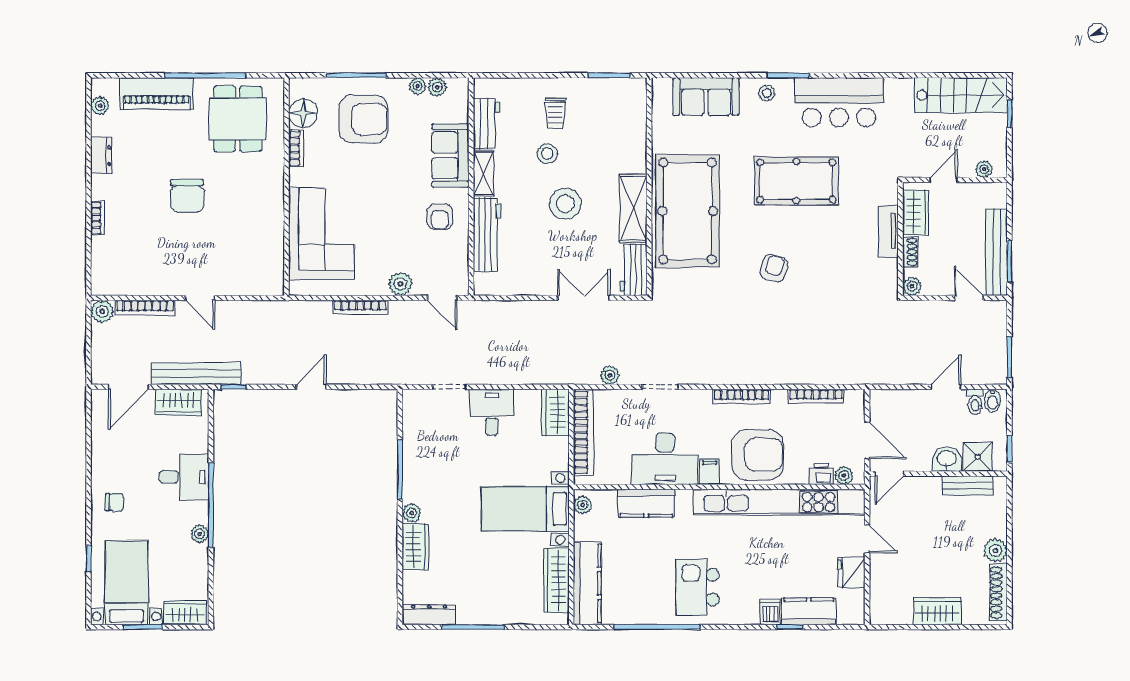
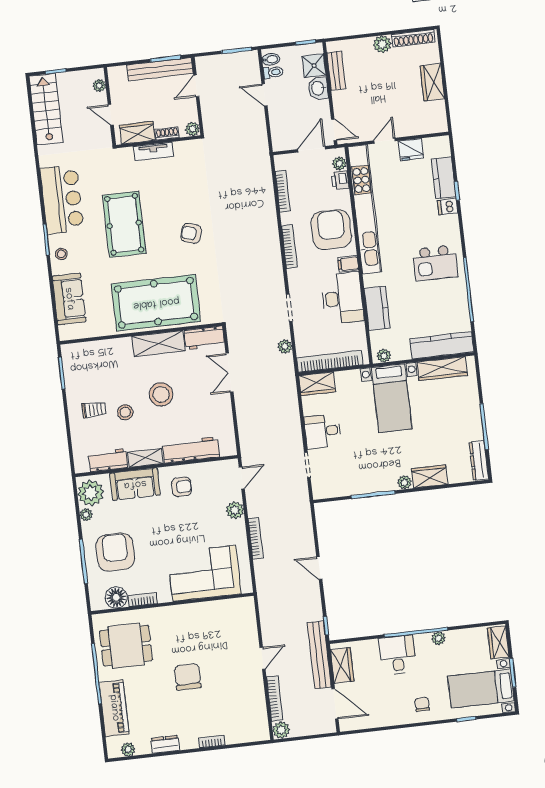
plant: (437, 87) -> (91, 493), width x1.87, depth x1.87
chair: (187, 196) -> (188, 677), turned -90

